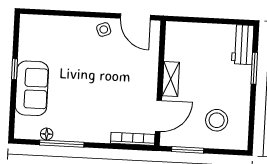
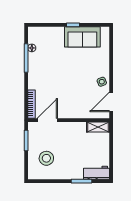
shelving: (171, 79) -> (98, 127), moved
sofa: (32, 88) -> (82, 37), moved
door: (158, 116) -> (47, 120), swing flipped

